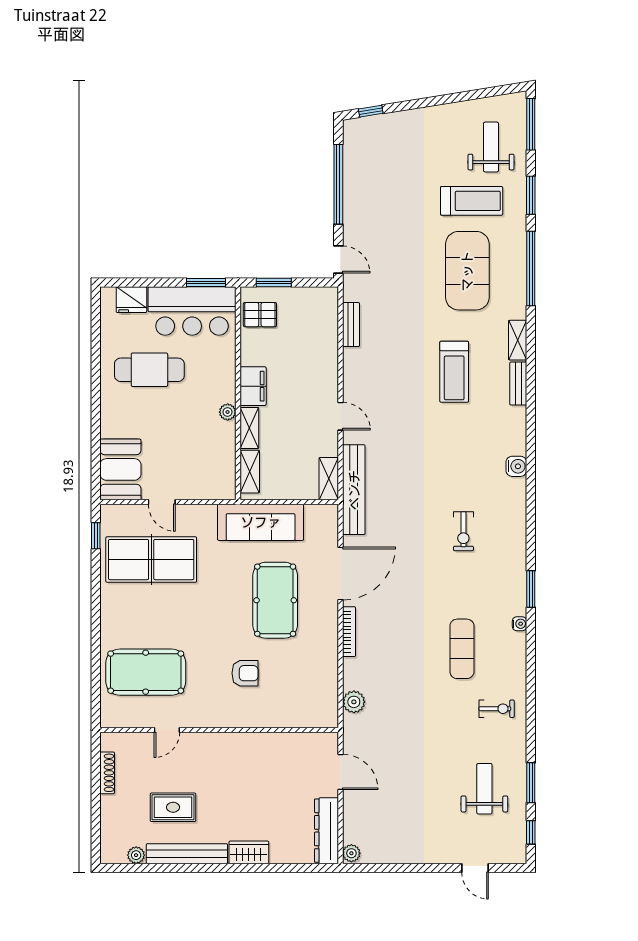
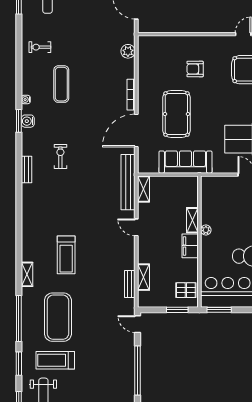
treadmill: (454, 372) -> (66, 255), turned 180
bench: (518, 383) -> (27, 169), moved
water cooler: (516, 466) -> (28, 121), moved
shelving: (250, 472) -> (143, 277), moved

